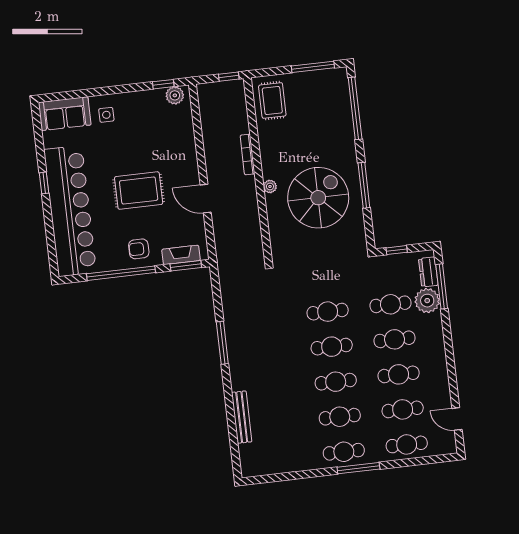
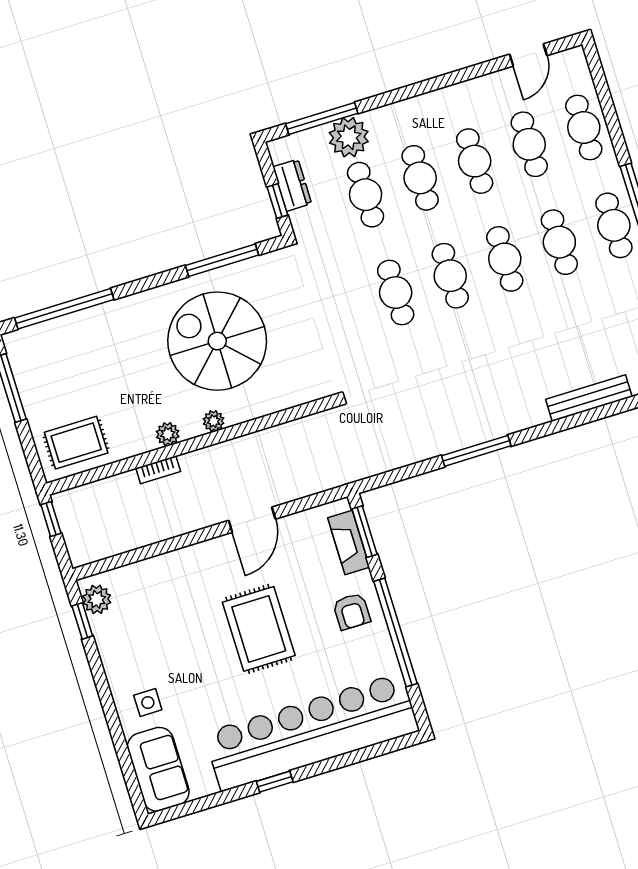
bookcase: (247, 155) -> (158, 470), width x0.64
plant: (267, 157) -> (168, 434), added
window: (364, 185) -> (222, 260), moved
dresser: (428, 272) -> (292, 185), moved, turned -90

